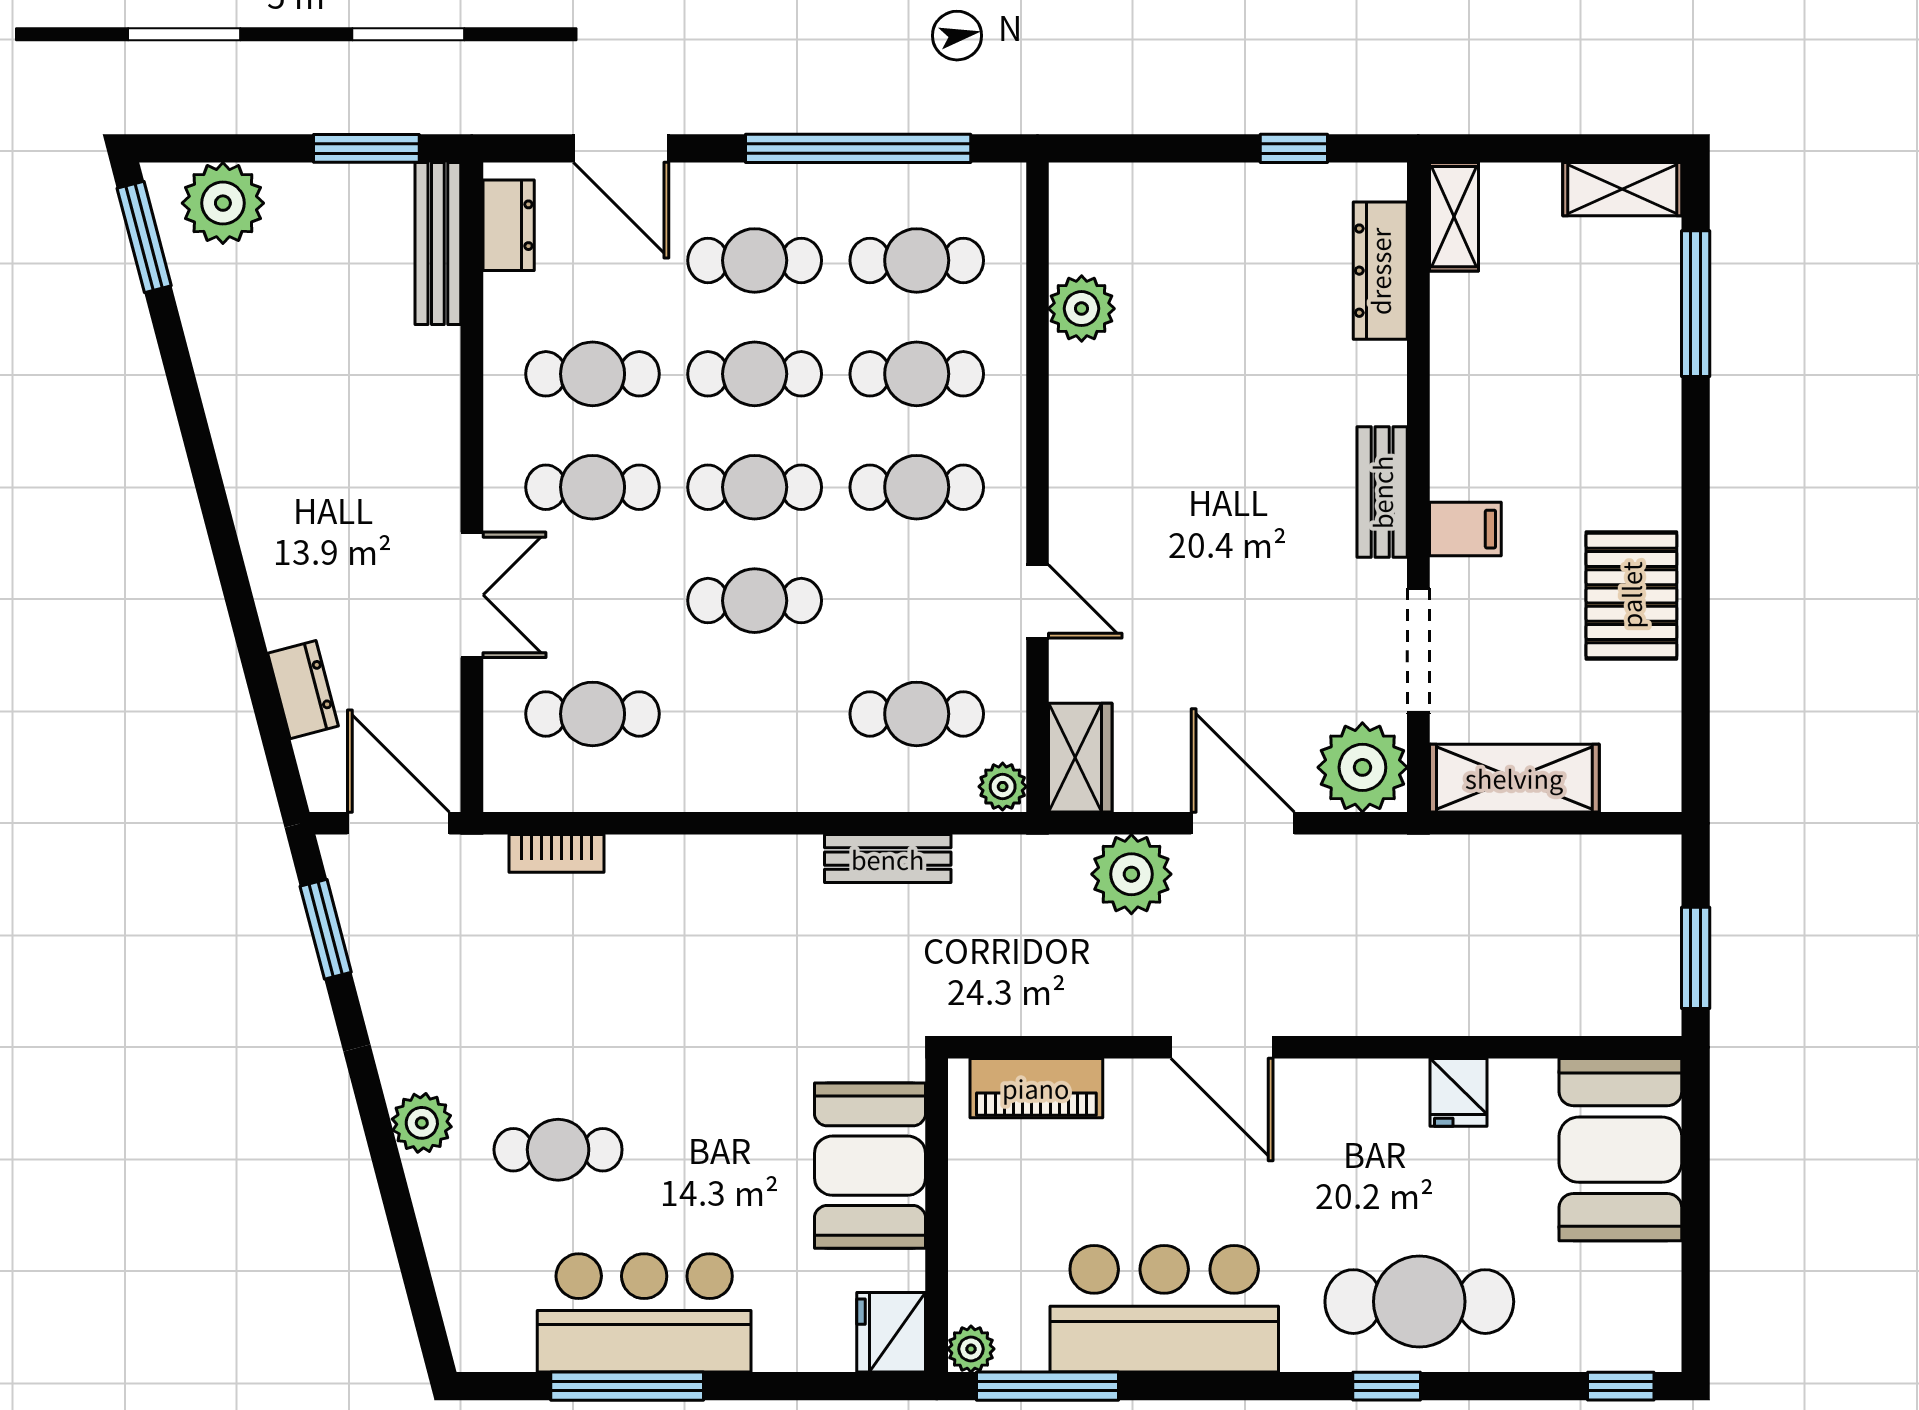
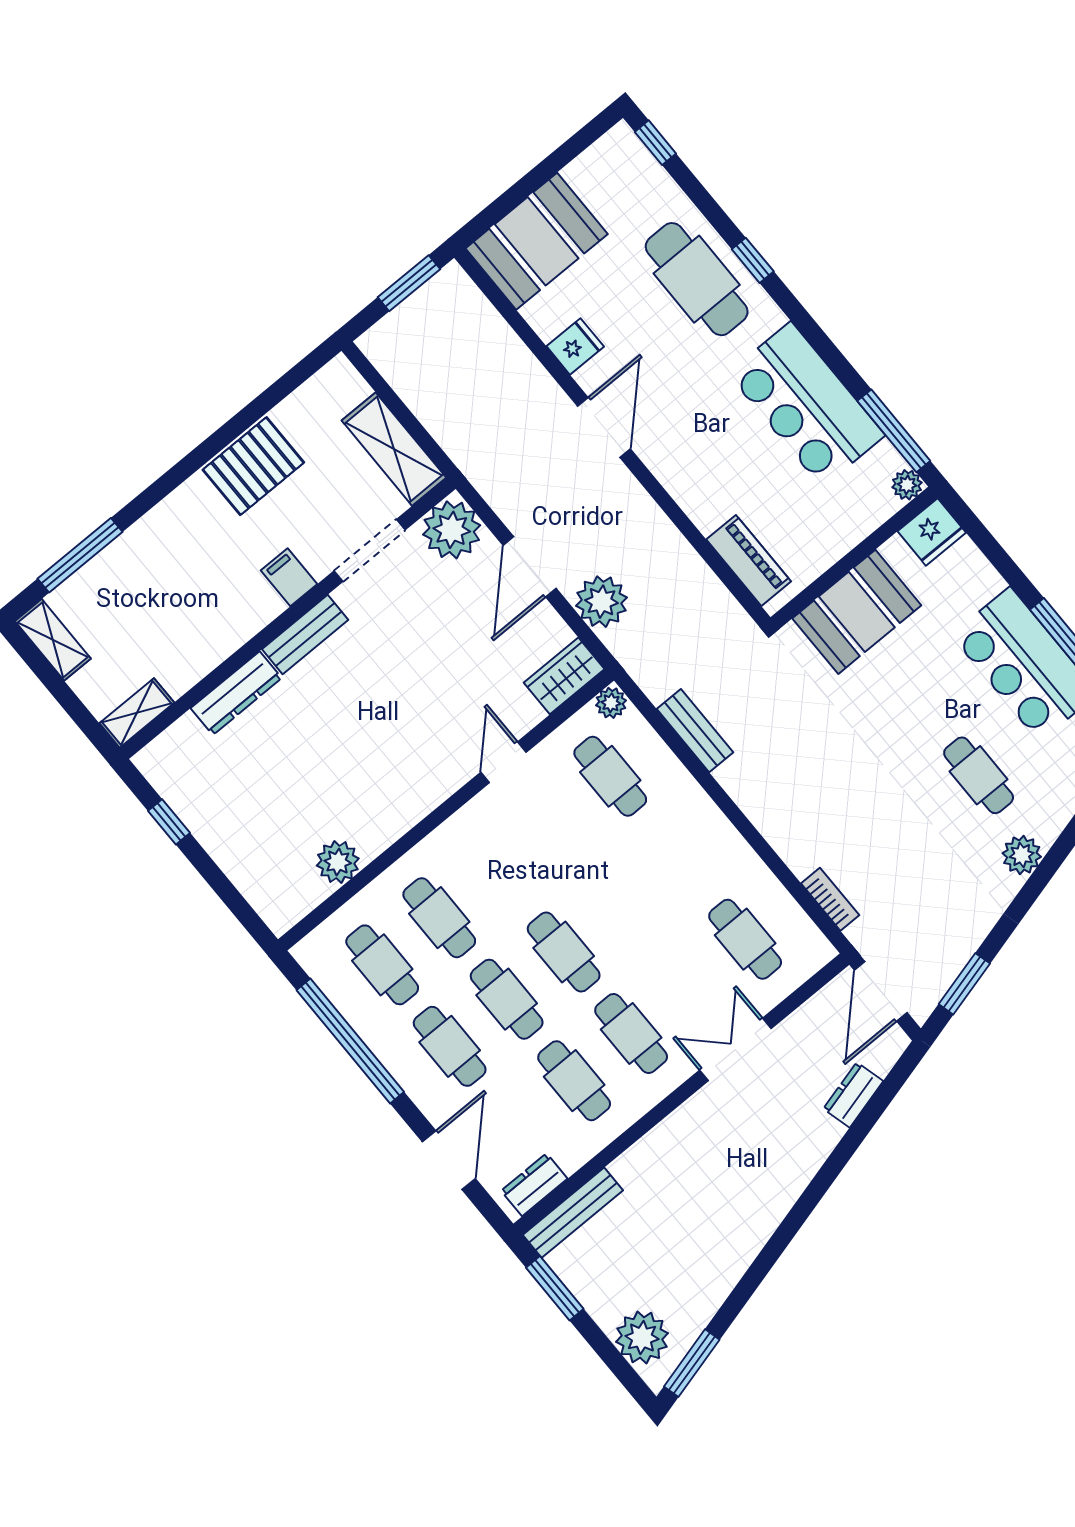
dresser: (1380, 271) -> (236, 693), moved
cafe table: (917, 487) -> (496, 871), removed
cafe table: (755, 601) -> (621, 905), removed
door: (1222, 1047) -> (604, 428), moved

